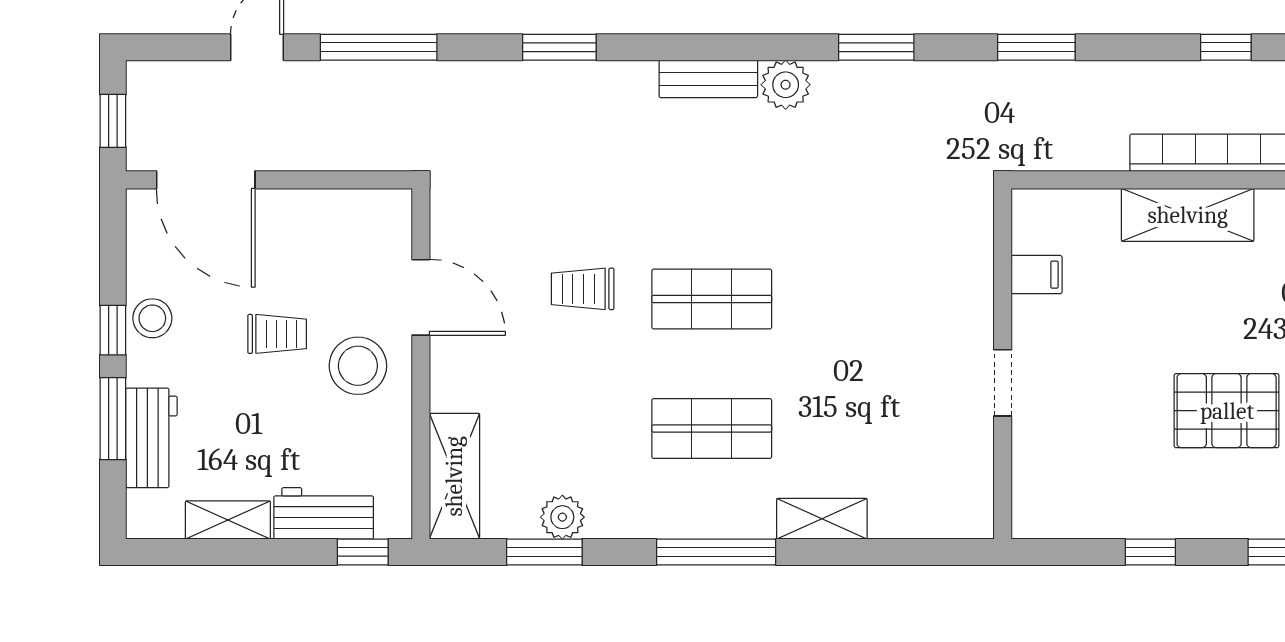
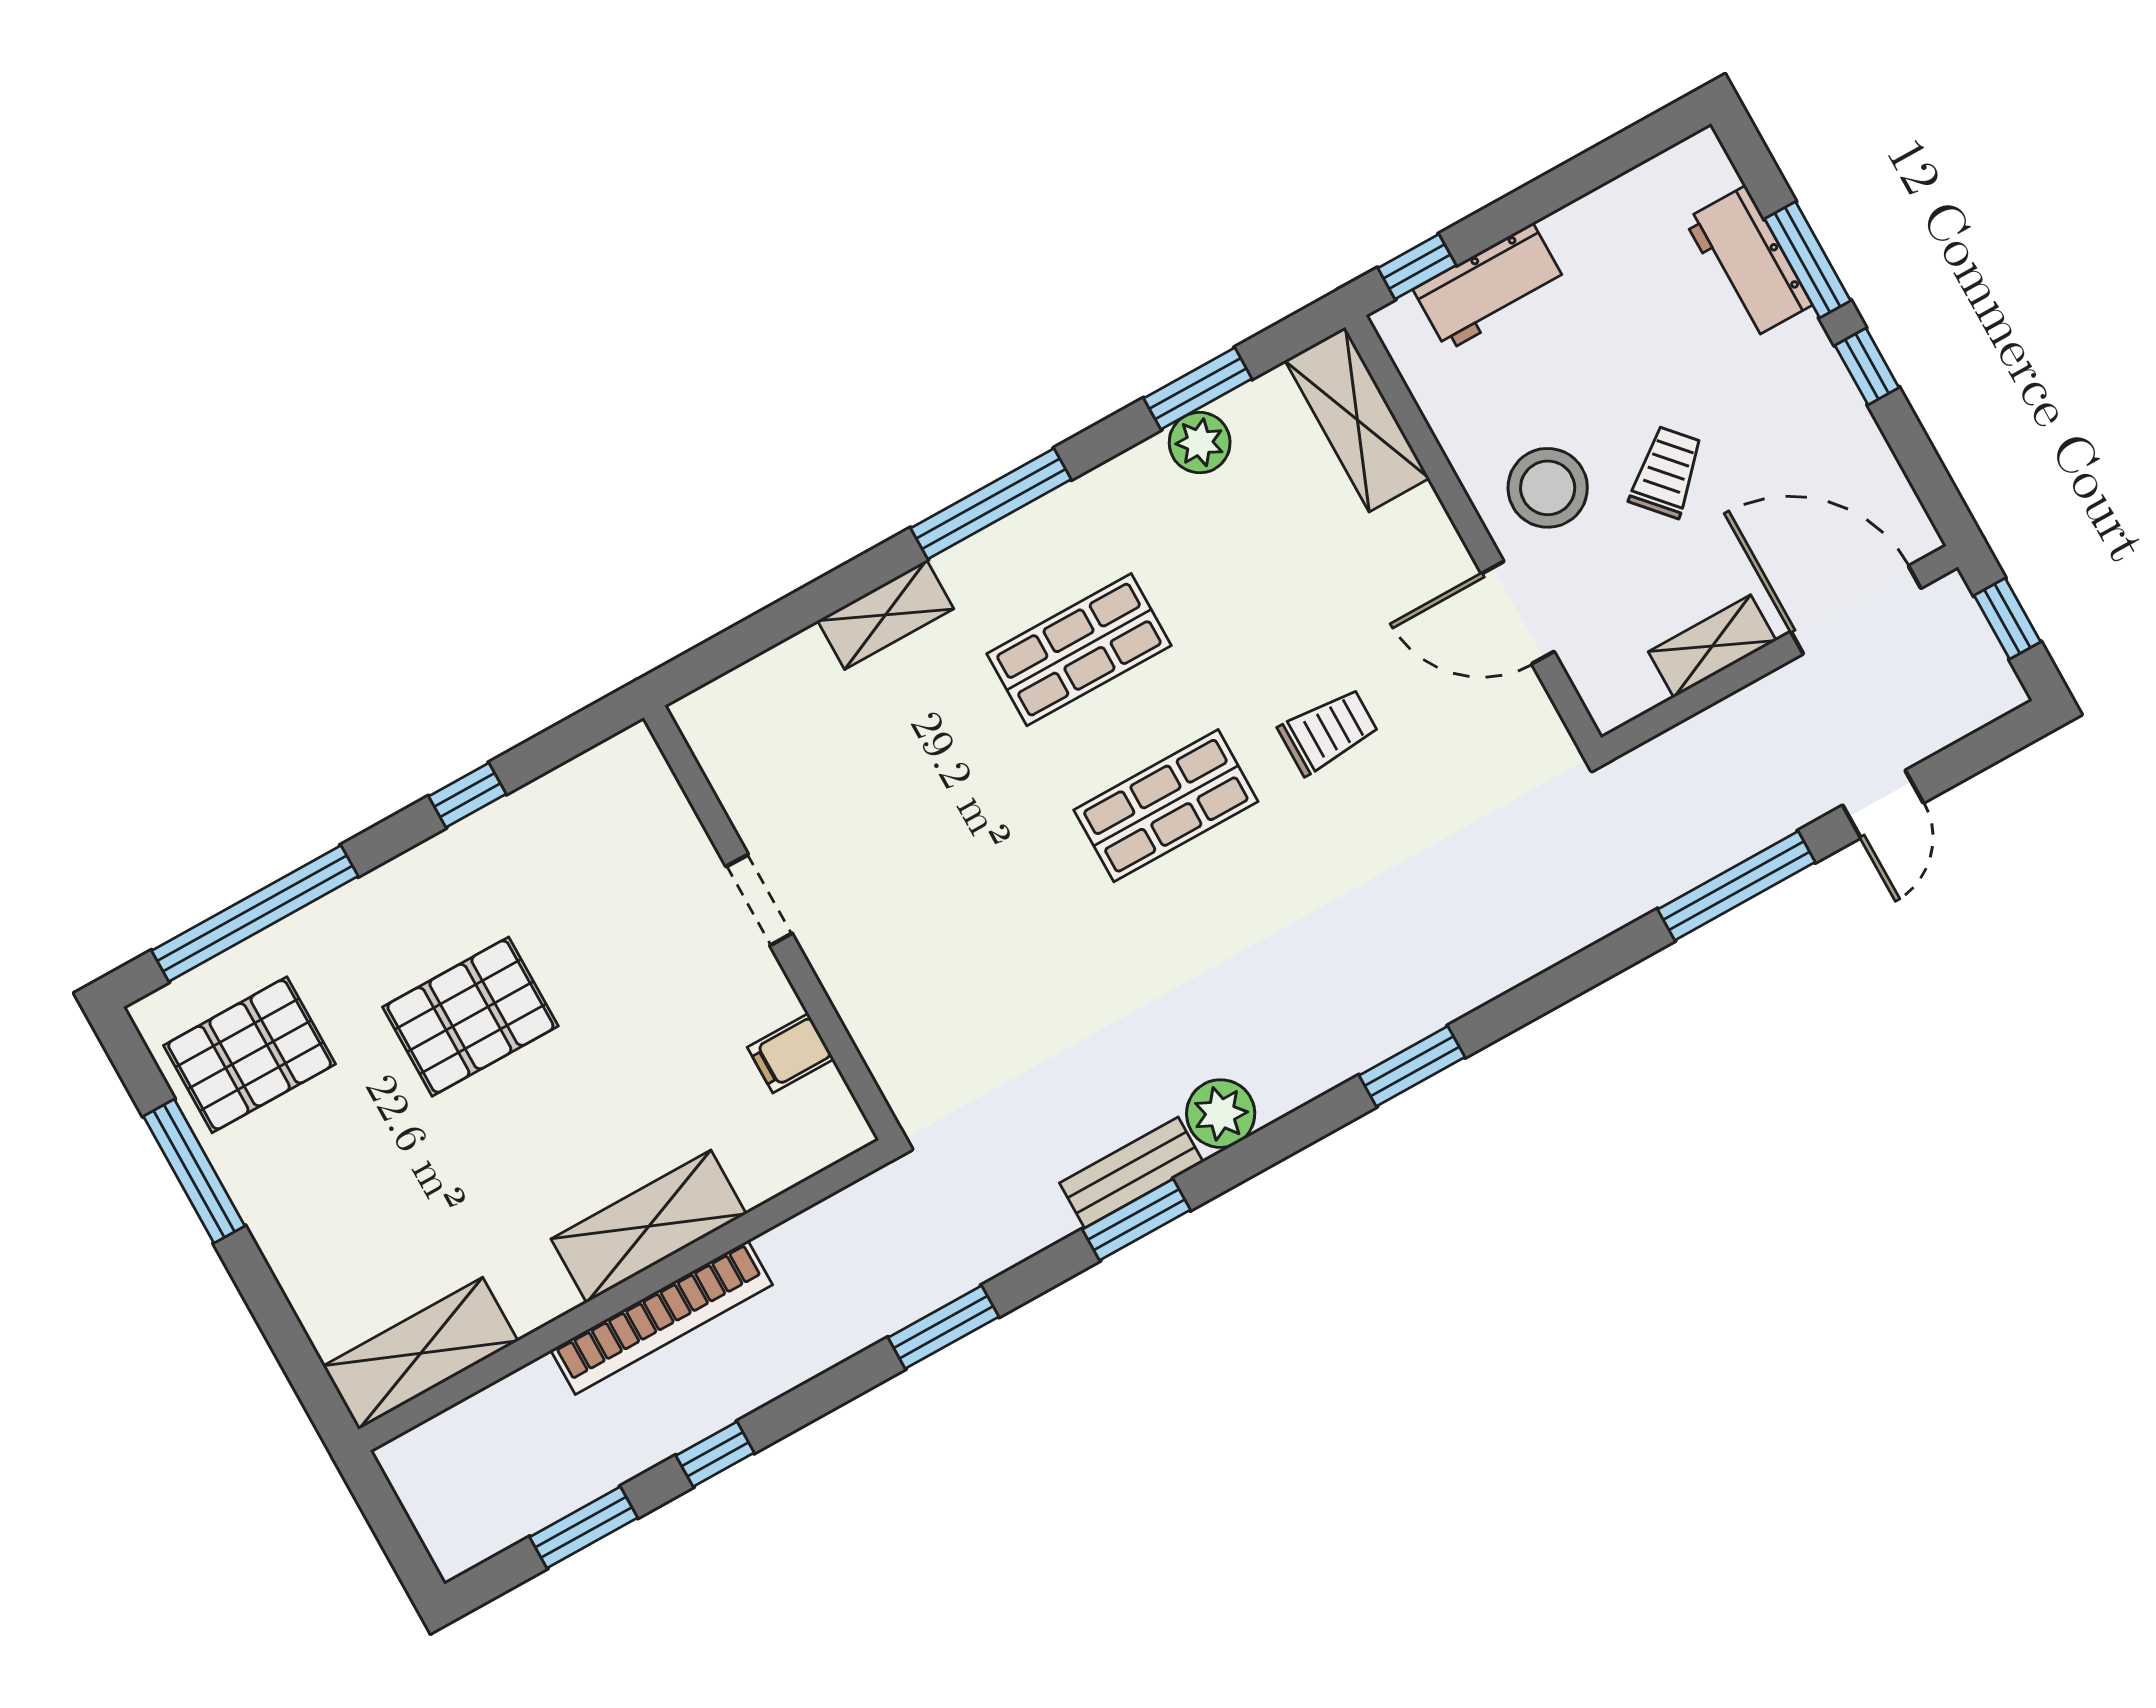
window: (559, 47) -> (1412, 1066), moved
bench: (708, 79) -> (1131, 1173), moved
stool: (152, 318) -> (1827, 407), removed
trolley: (277, 334) -> (1666, 472), turned 138
shelving: (228, 520) -> (1712, 646), moved

